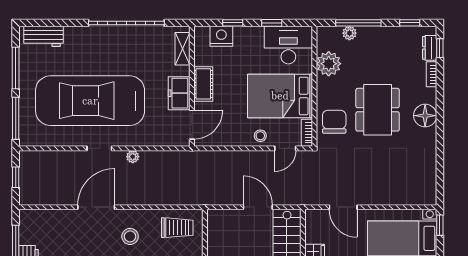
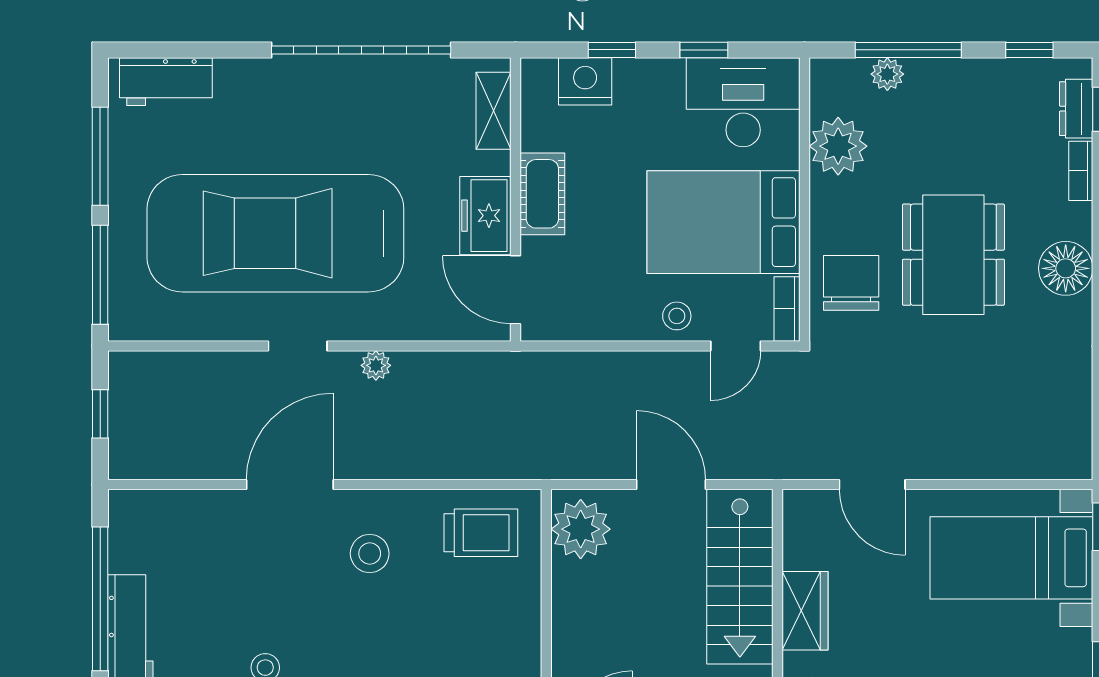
door: (192, 125) -> (516, 290), swing flipped
plant: (219, 226) -> (581, 529), added

